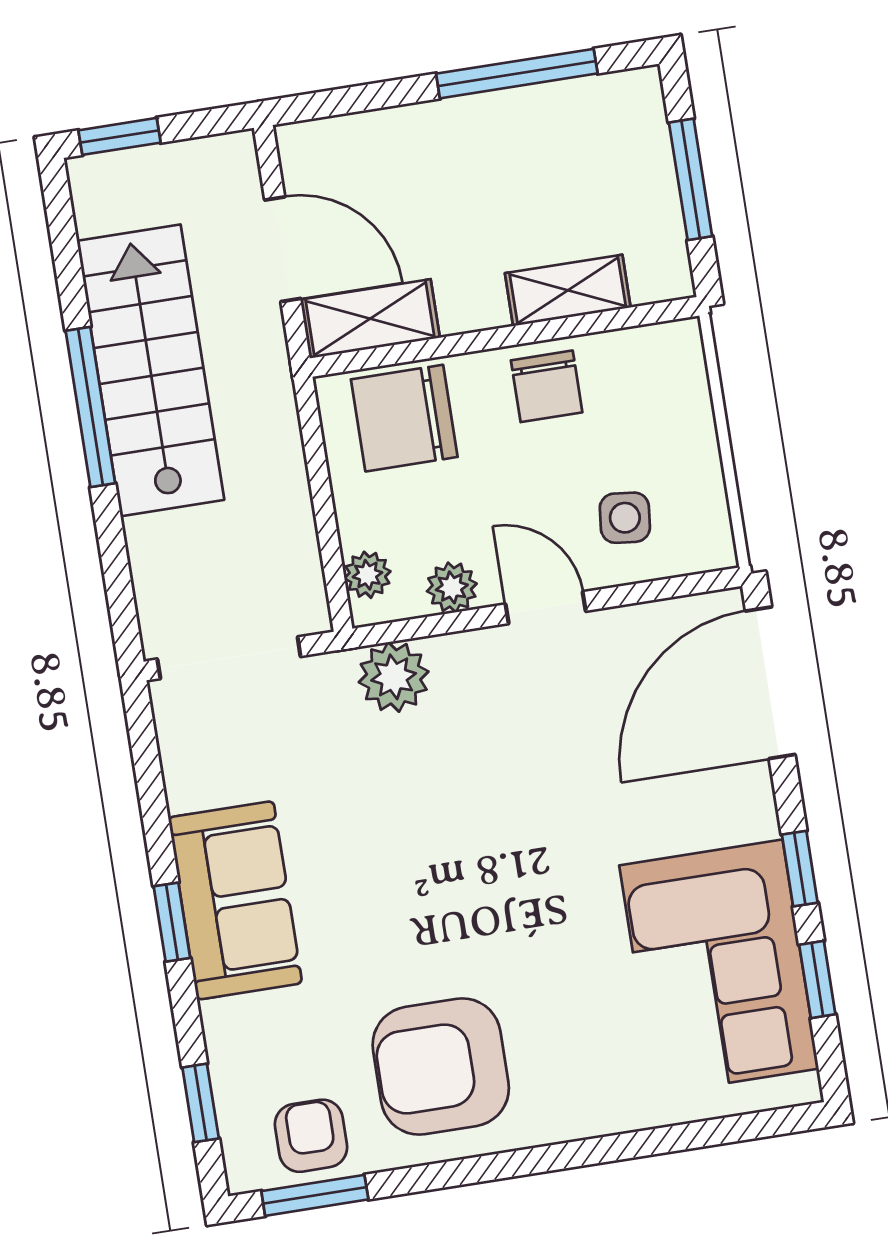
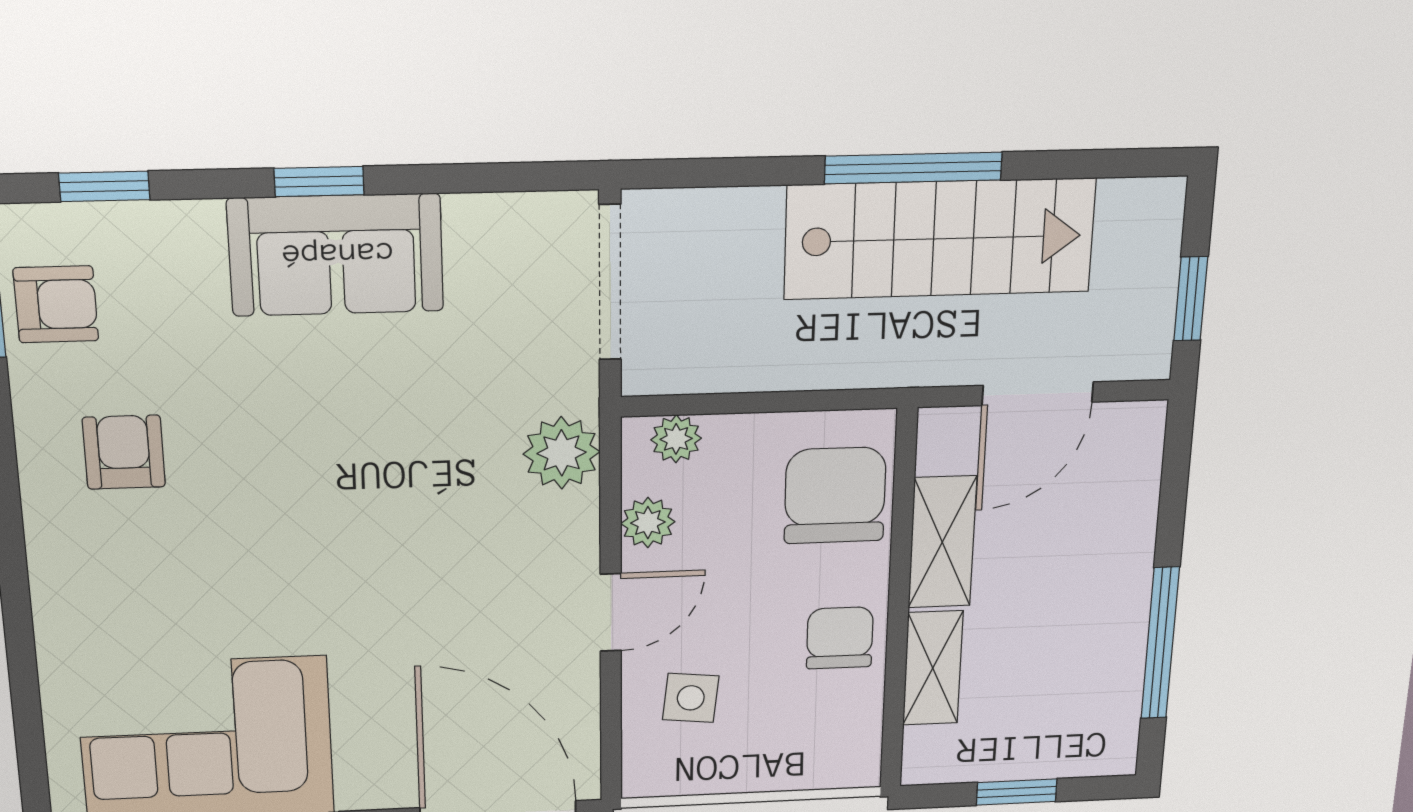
window: (120, 136) -> (1191, 299), moved
window: (691, 179) -> (1017, 792), width x0.67
shelving: (370, 319) -> (942, 542), moved
chair: (547, 386) -> (840, 638), turned 90
armchair: (441, 1067) -> (124, 452), width x0.53, depth x0.53

